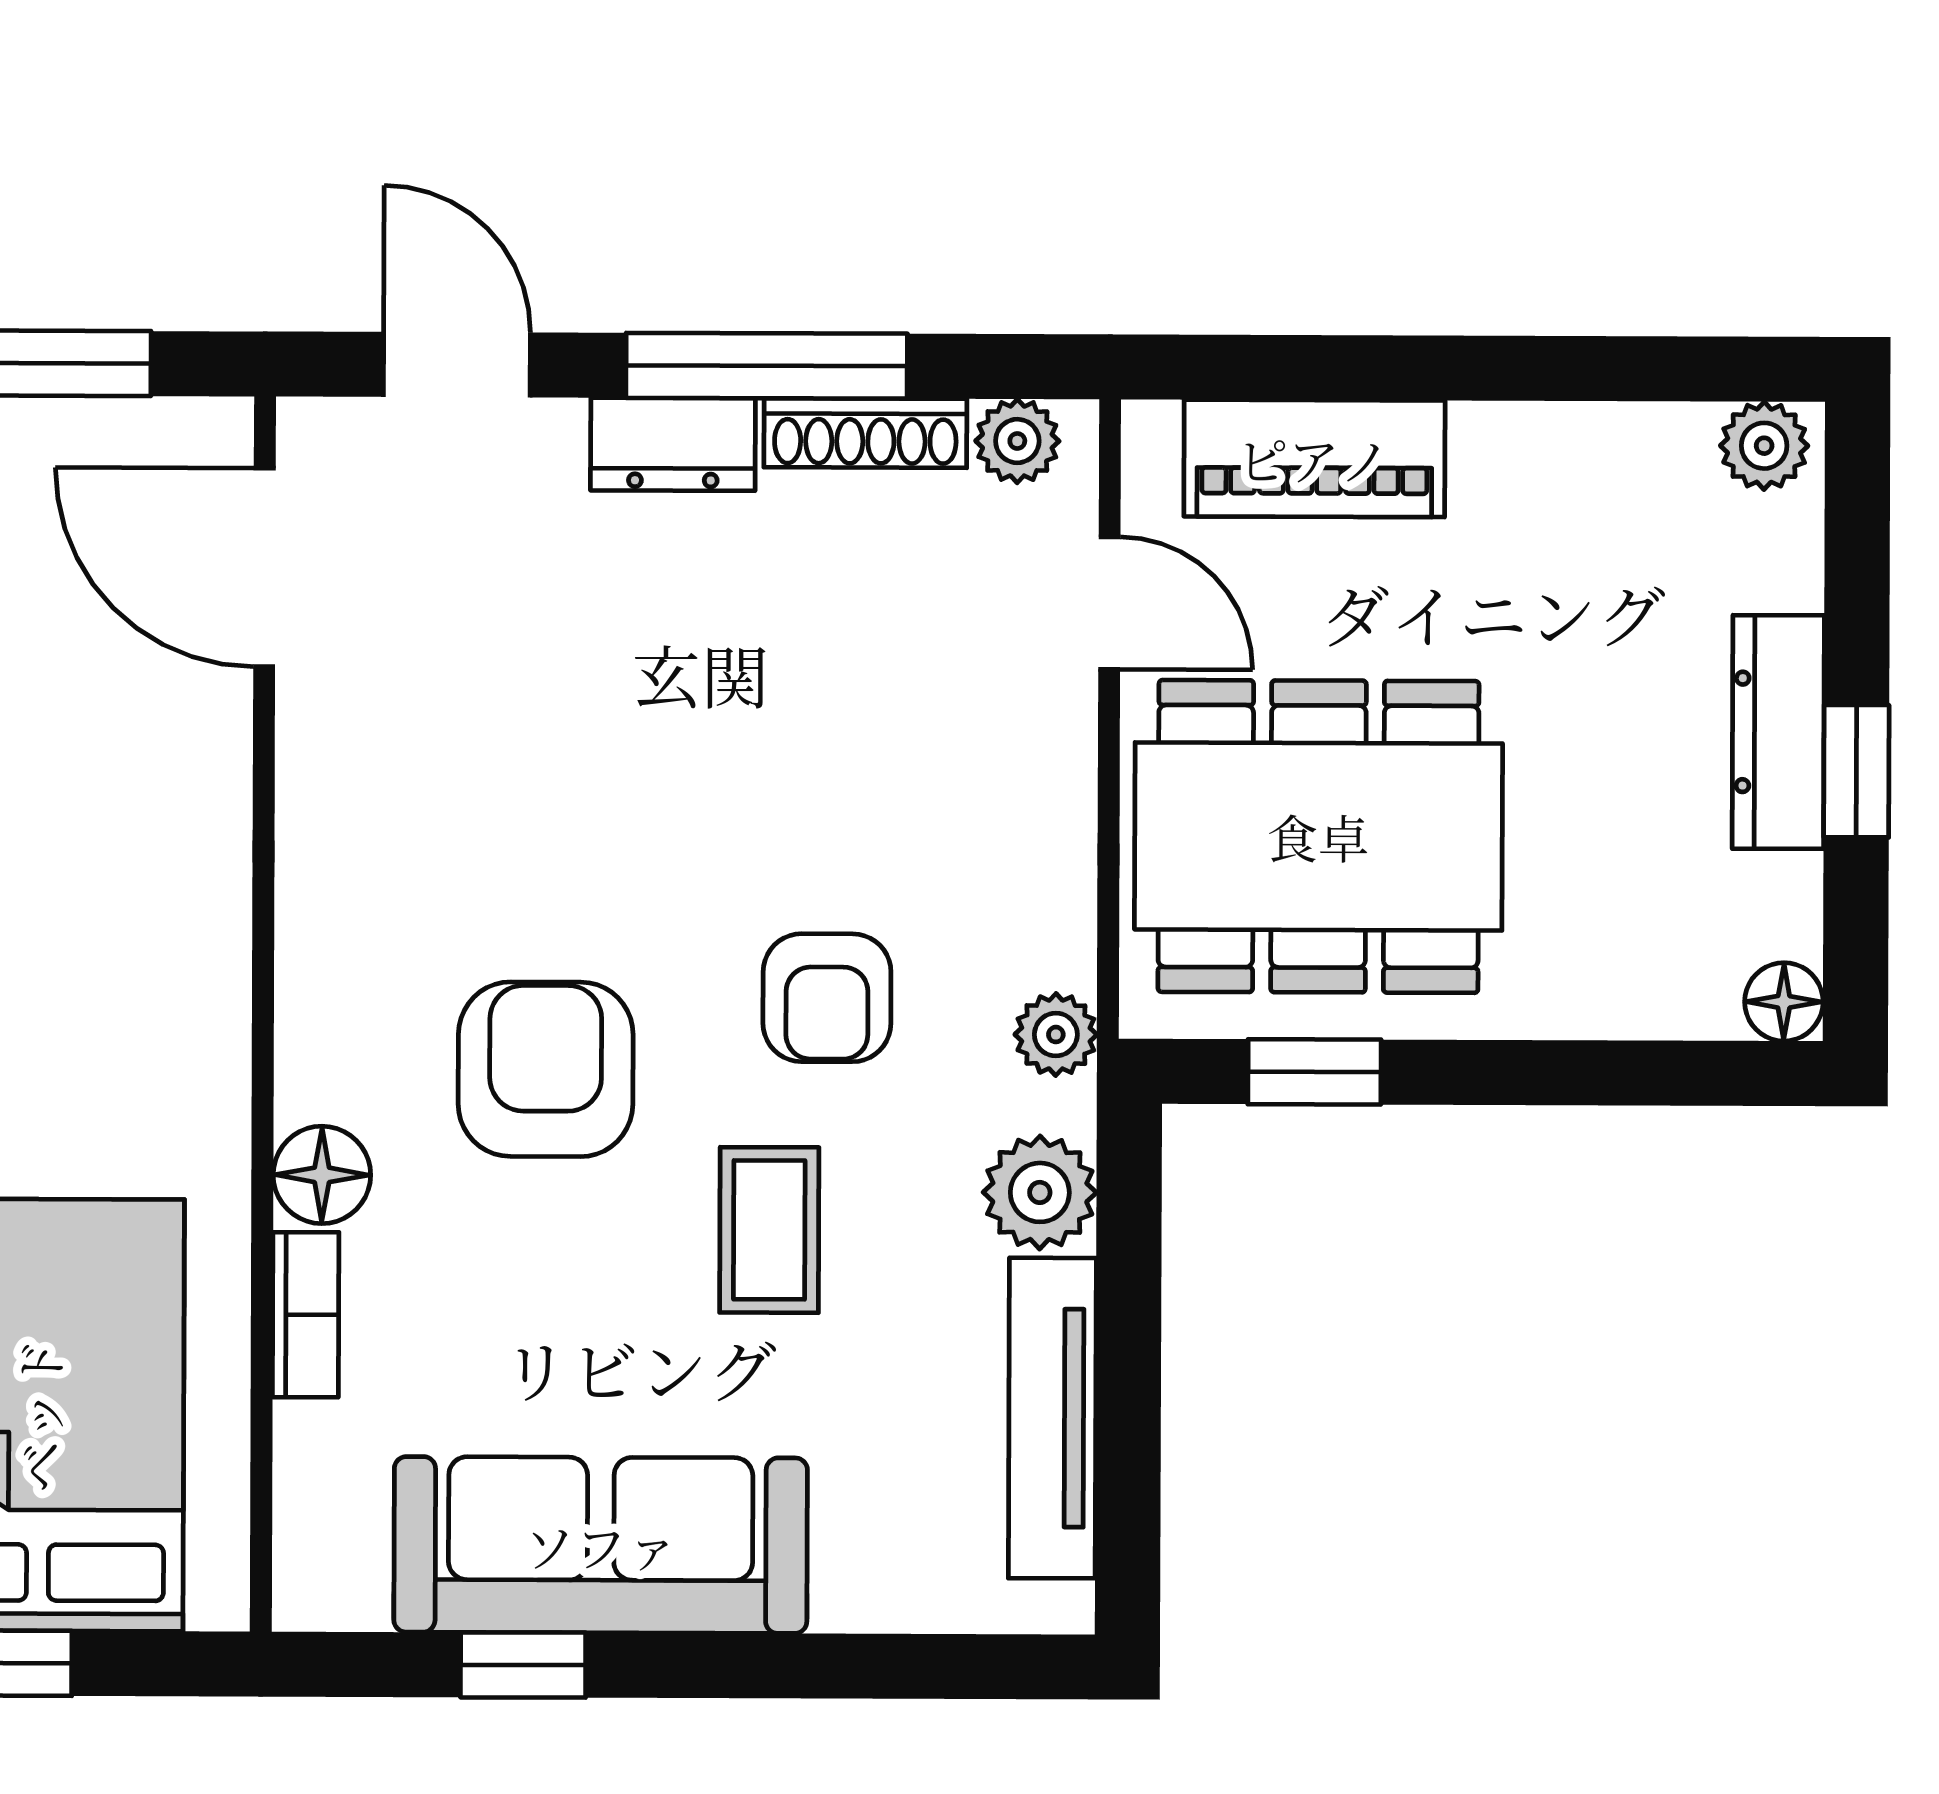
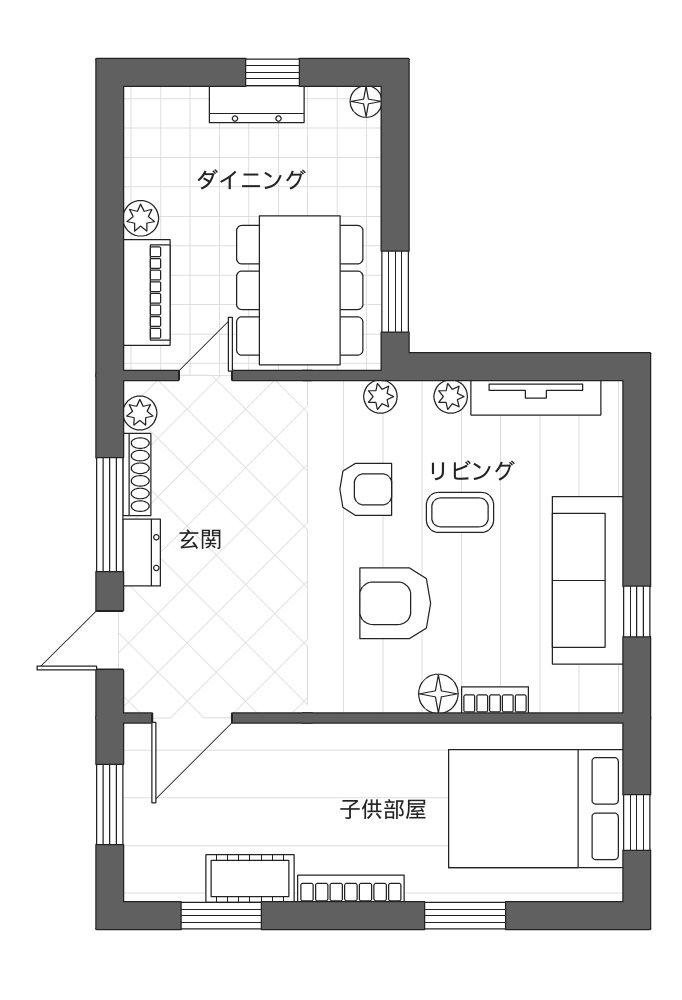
plant: (1764, 446) -> (141, 218), moved
window: (1314, 1072) -> (395, 292), width x1.50
plant: (1040, 1192) -> (451, 397), width x0.73, depth x0.73

